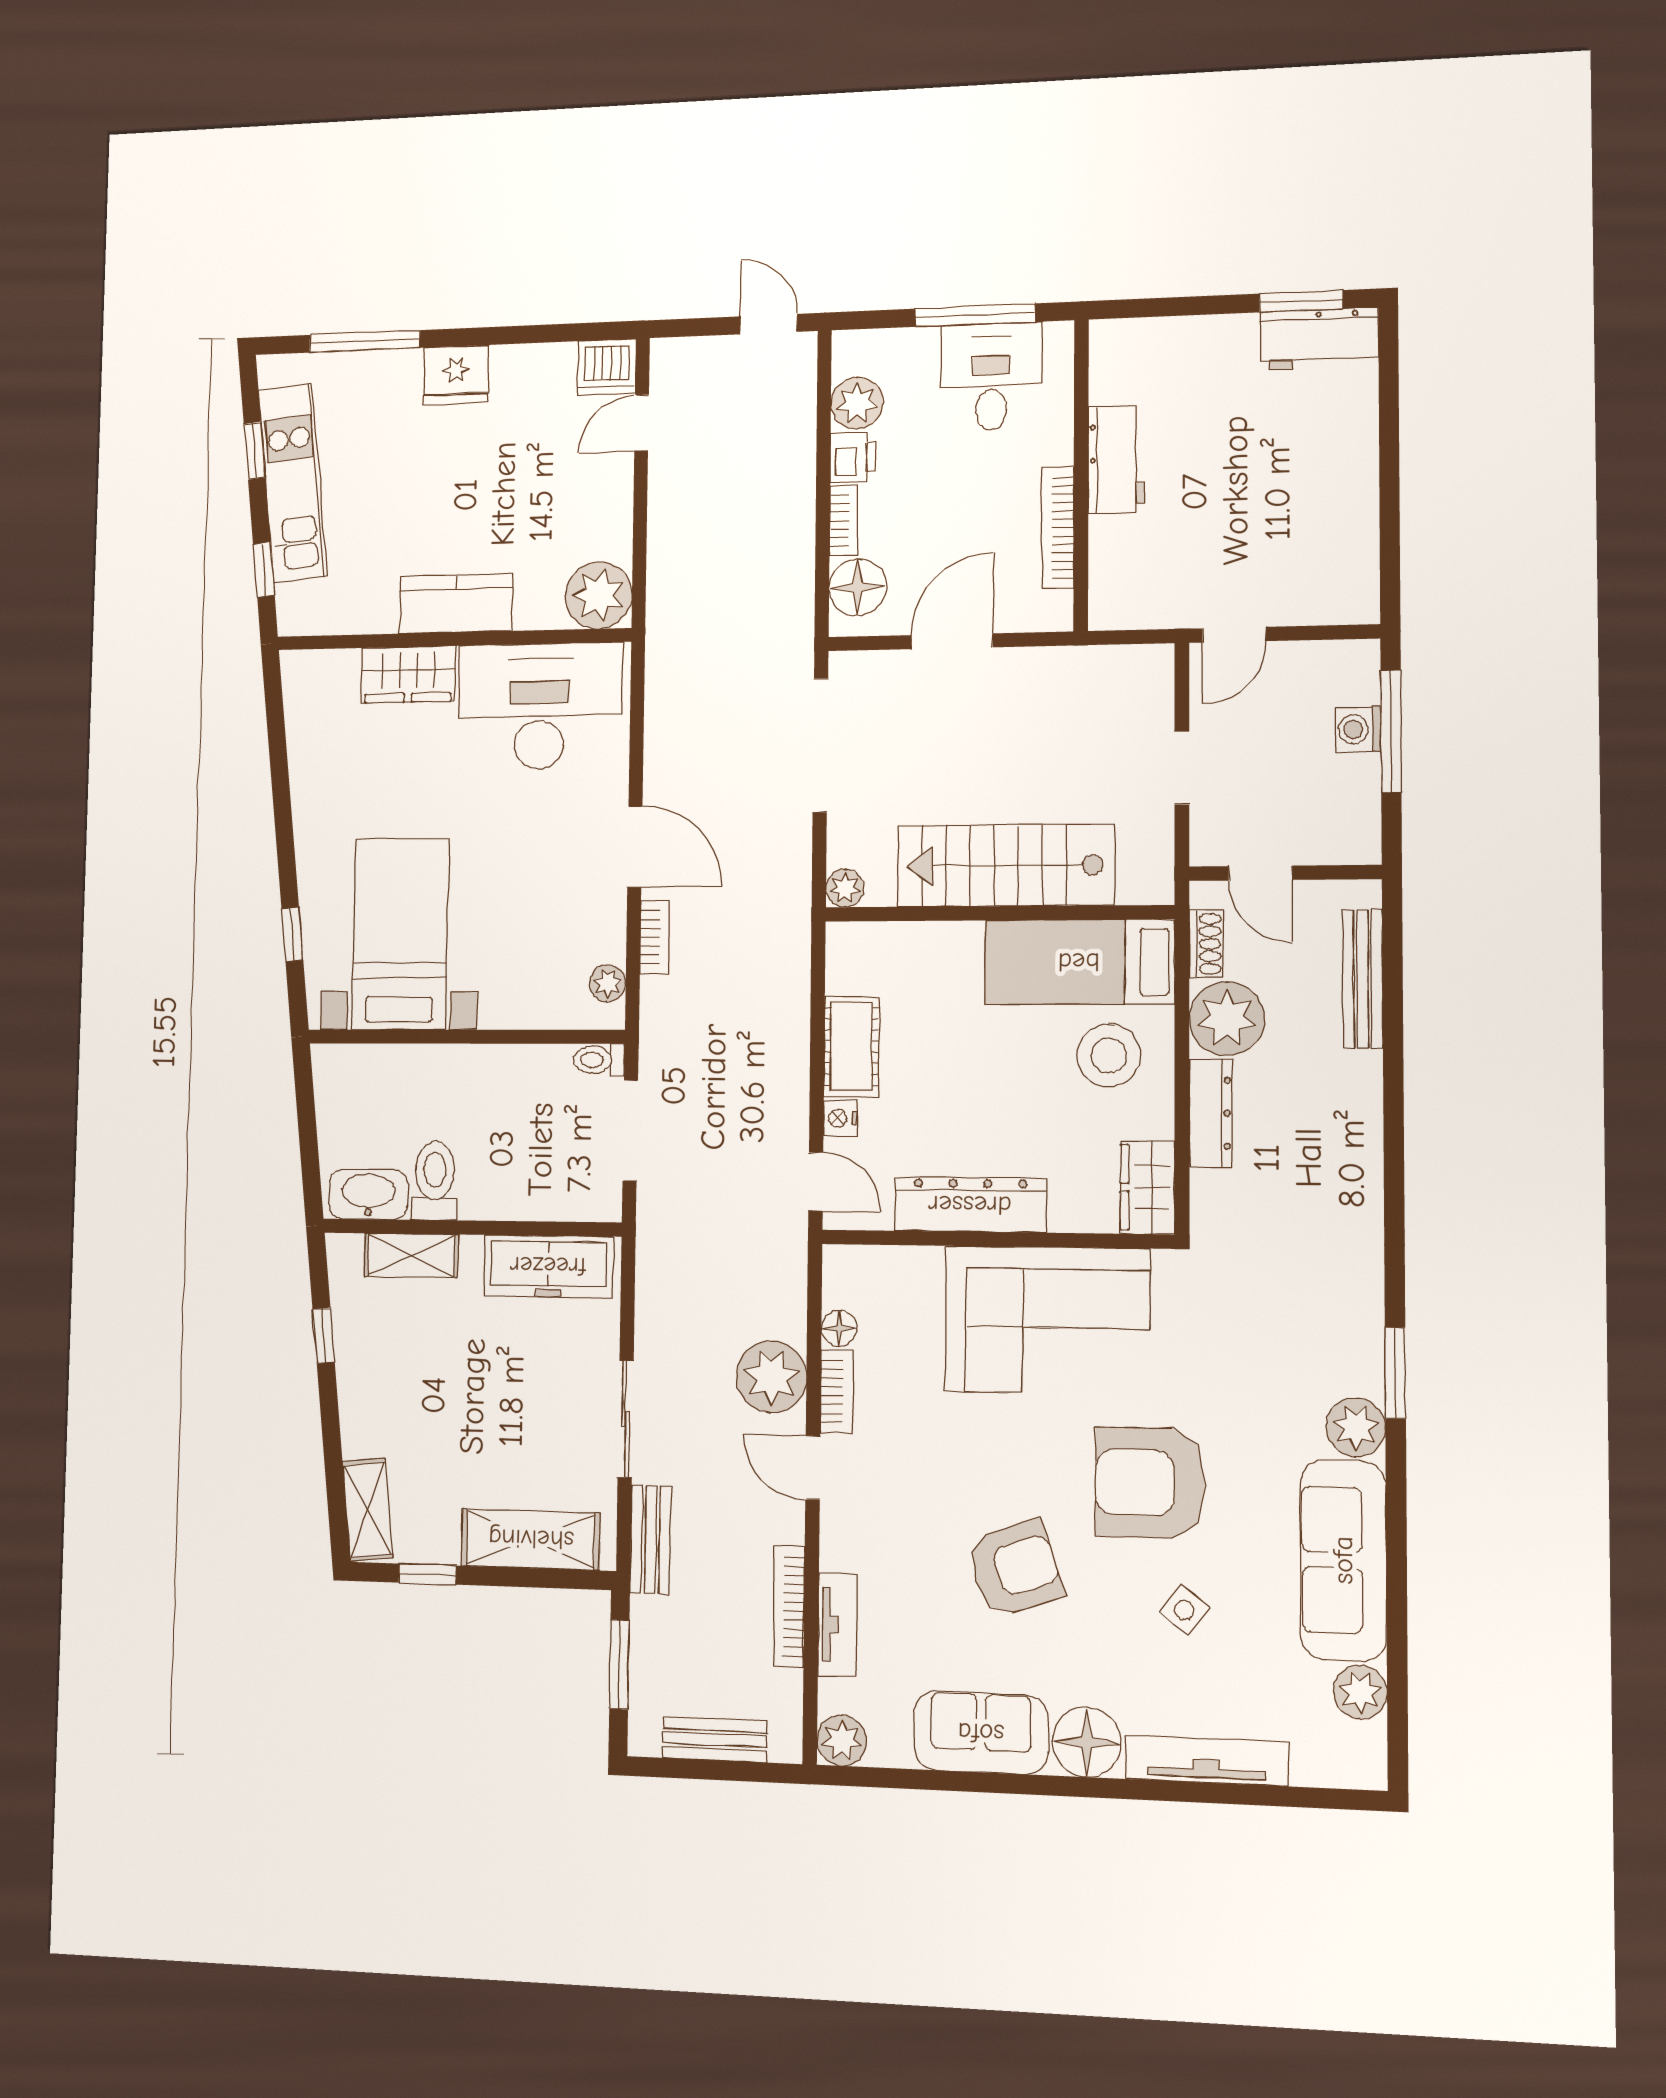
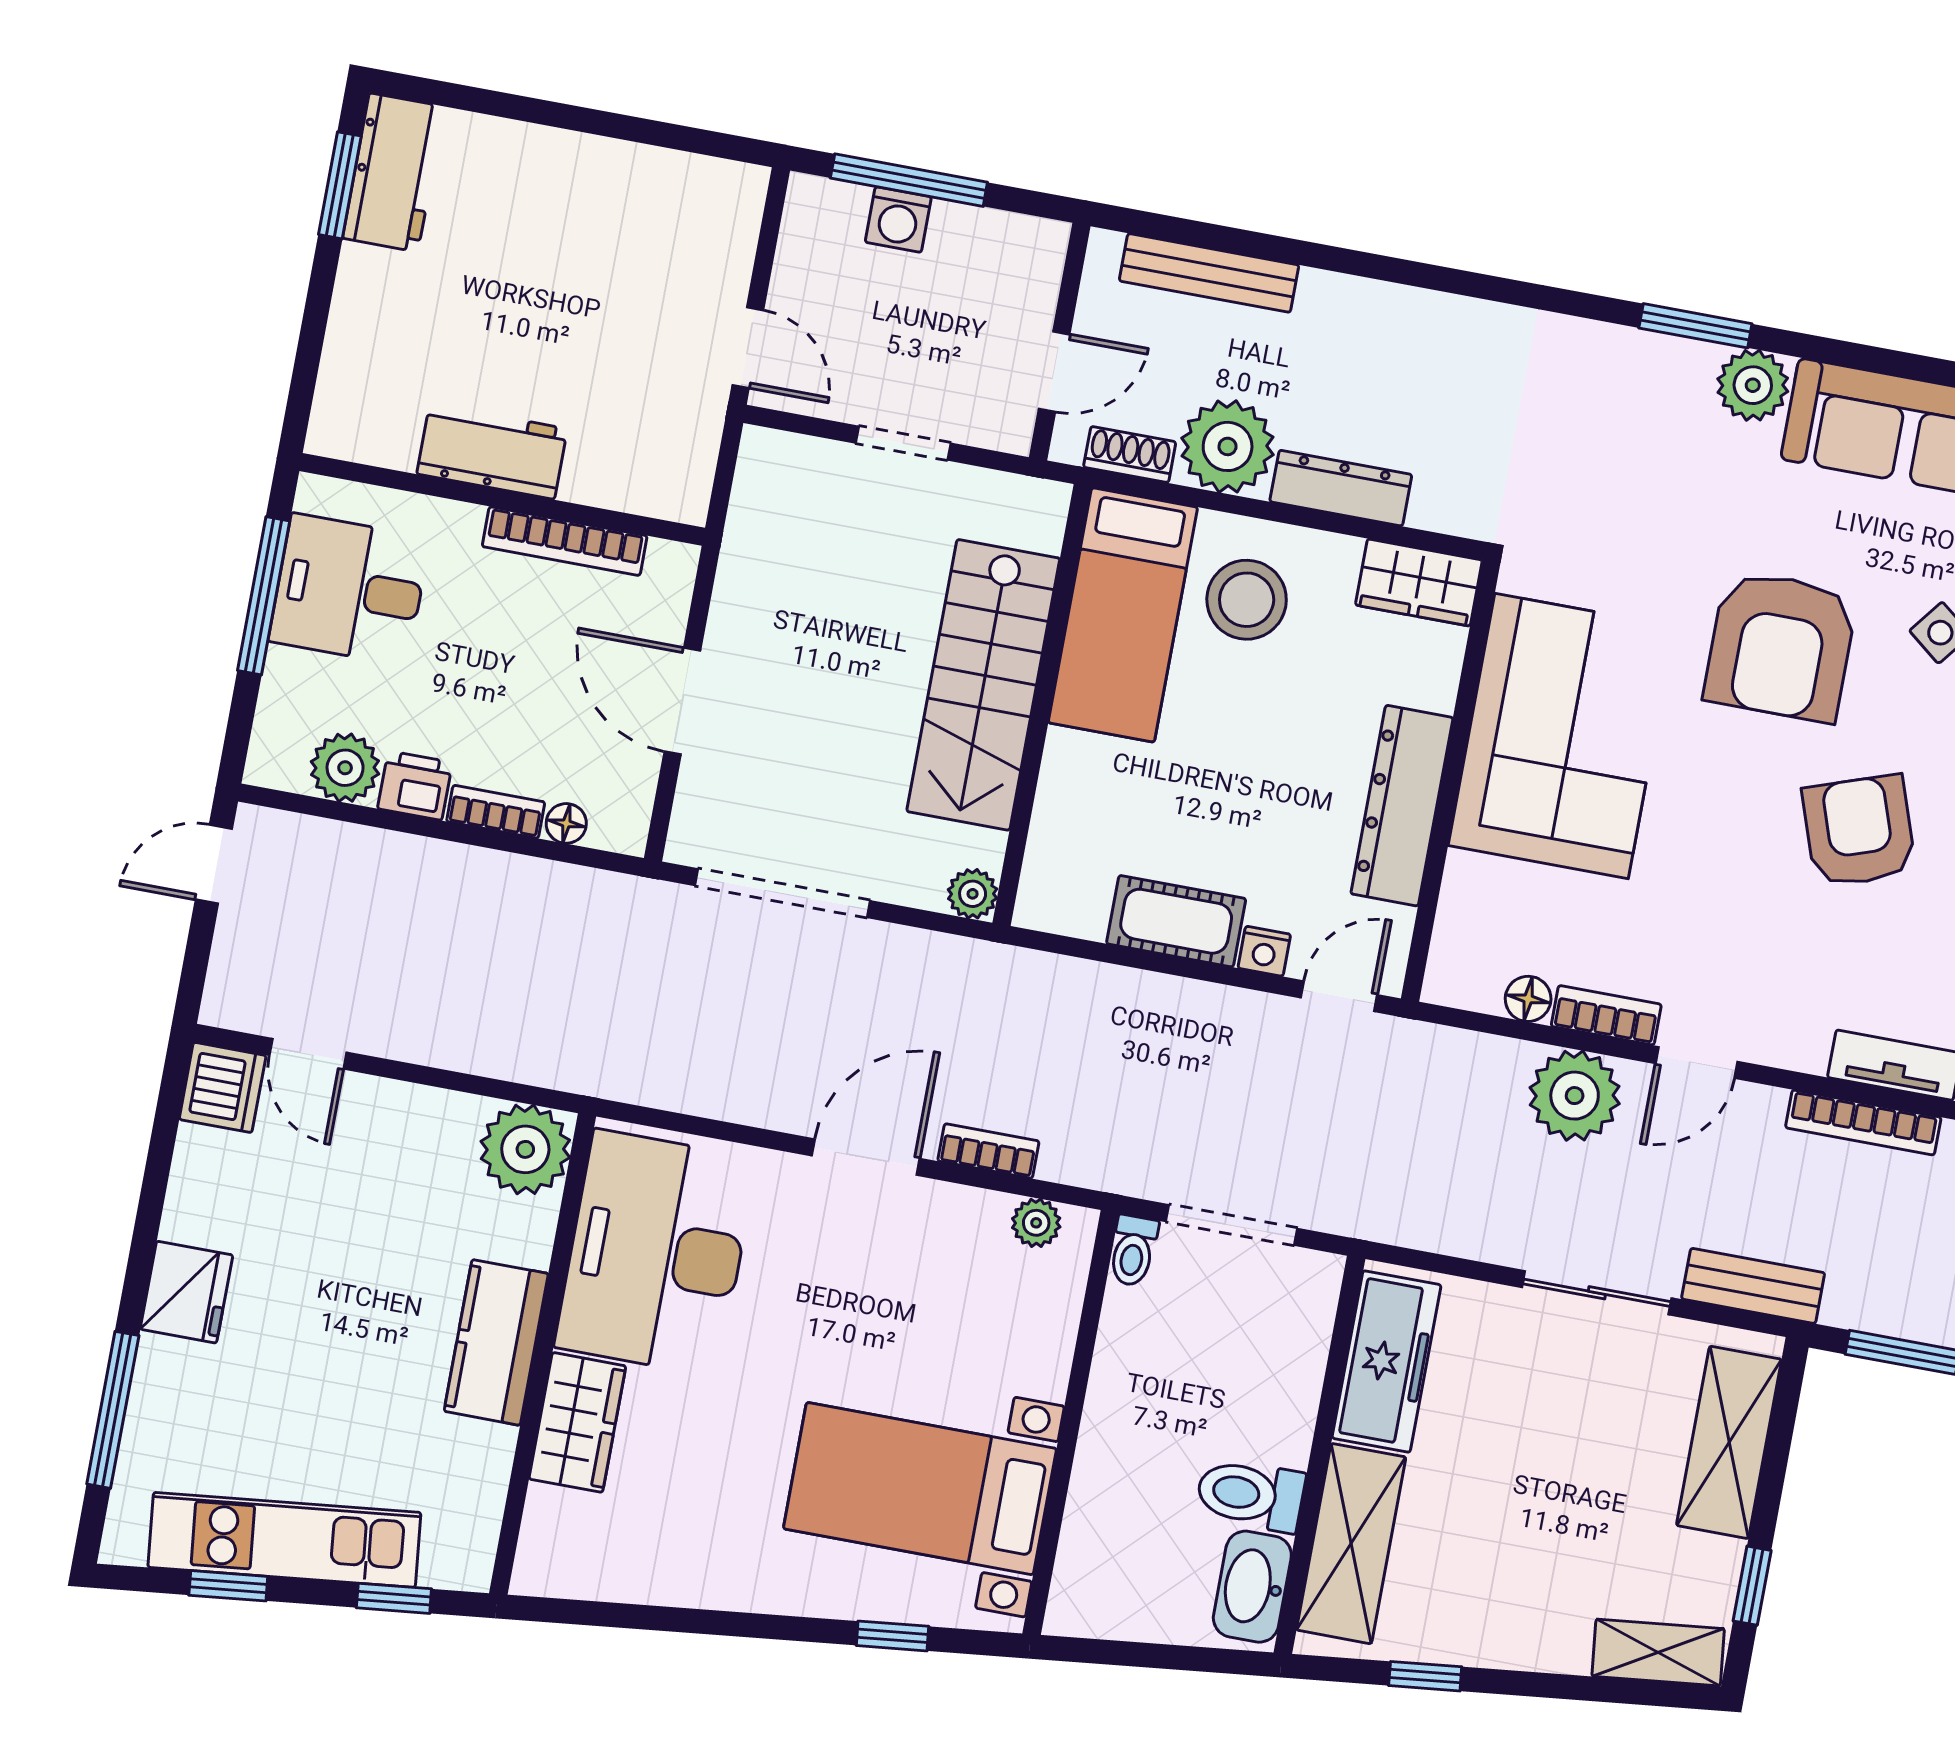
floor lamp: (858, 587) -> (566, 823), width x0.53, depth x0.53
shelving: (411, 1256) -> (1351, 1544), width x1.50, depth x1.33

